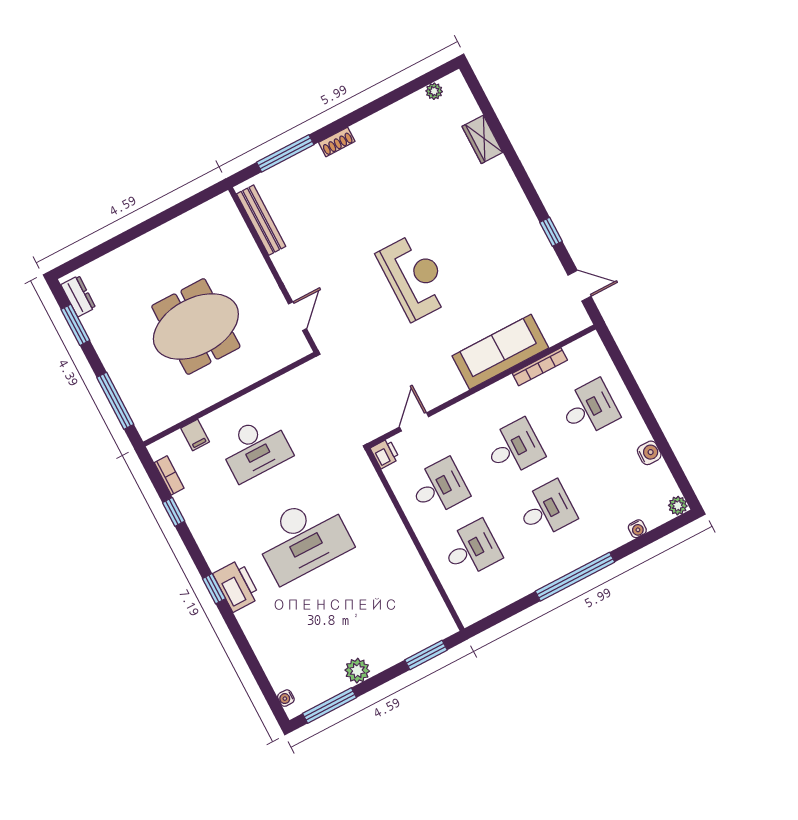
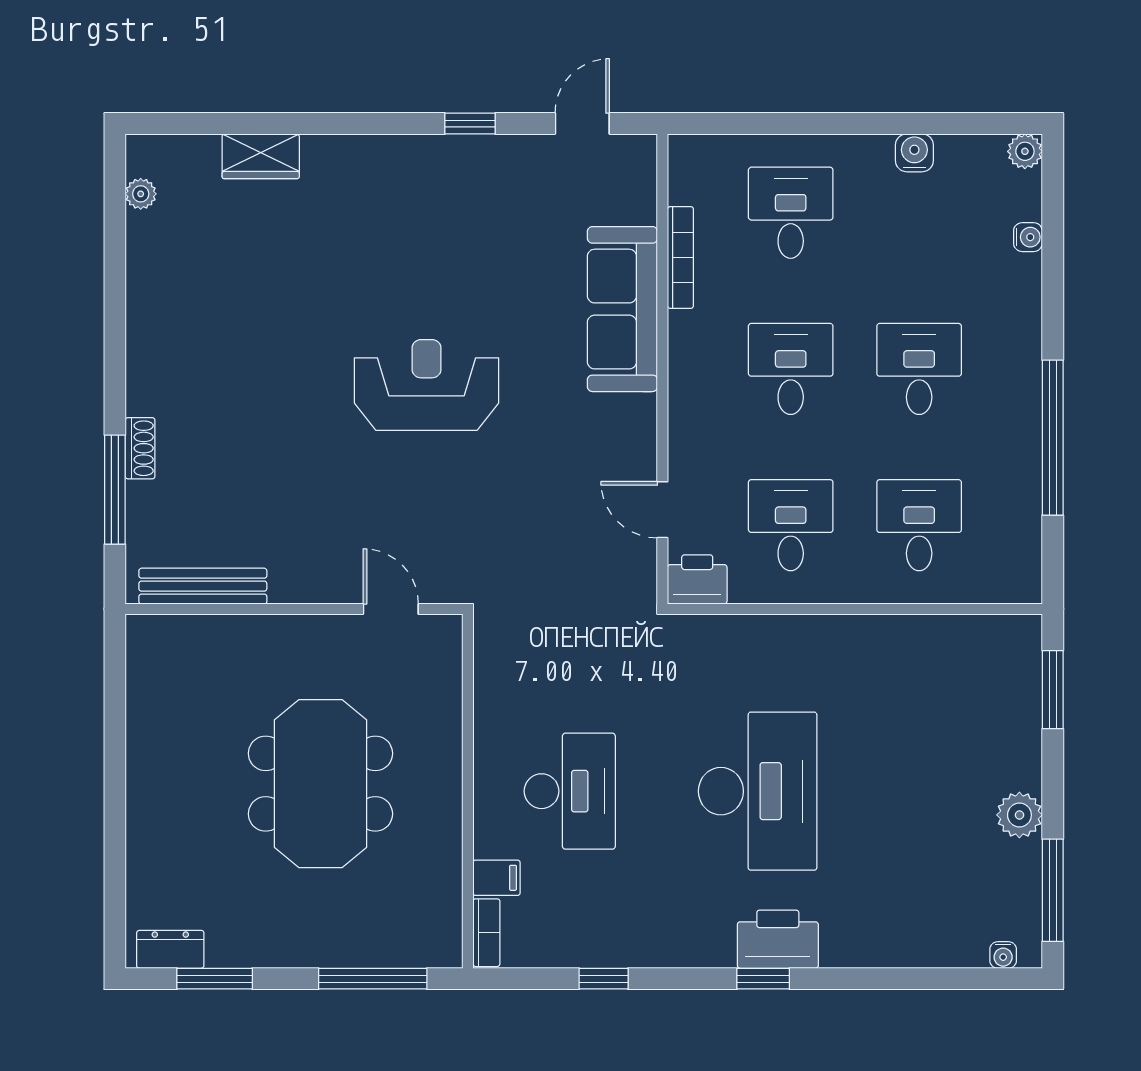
shoe rack: (337, 142) -> (140, 448), moved
printer: (385, 453) -> (697, 579), width x1.36, depth x1.24
bookcase: (169, 475) -> (486, 933), moved, turned 90
window: (575, 577) -> (1053, 438), moved

